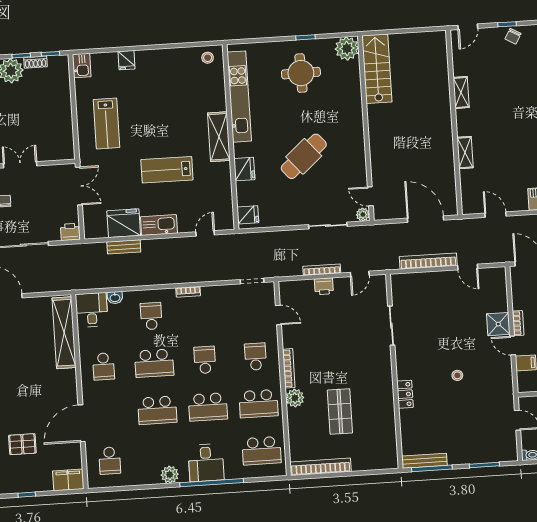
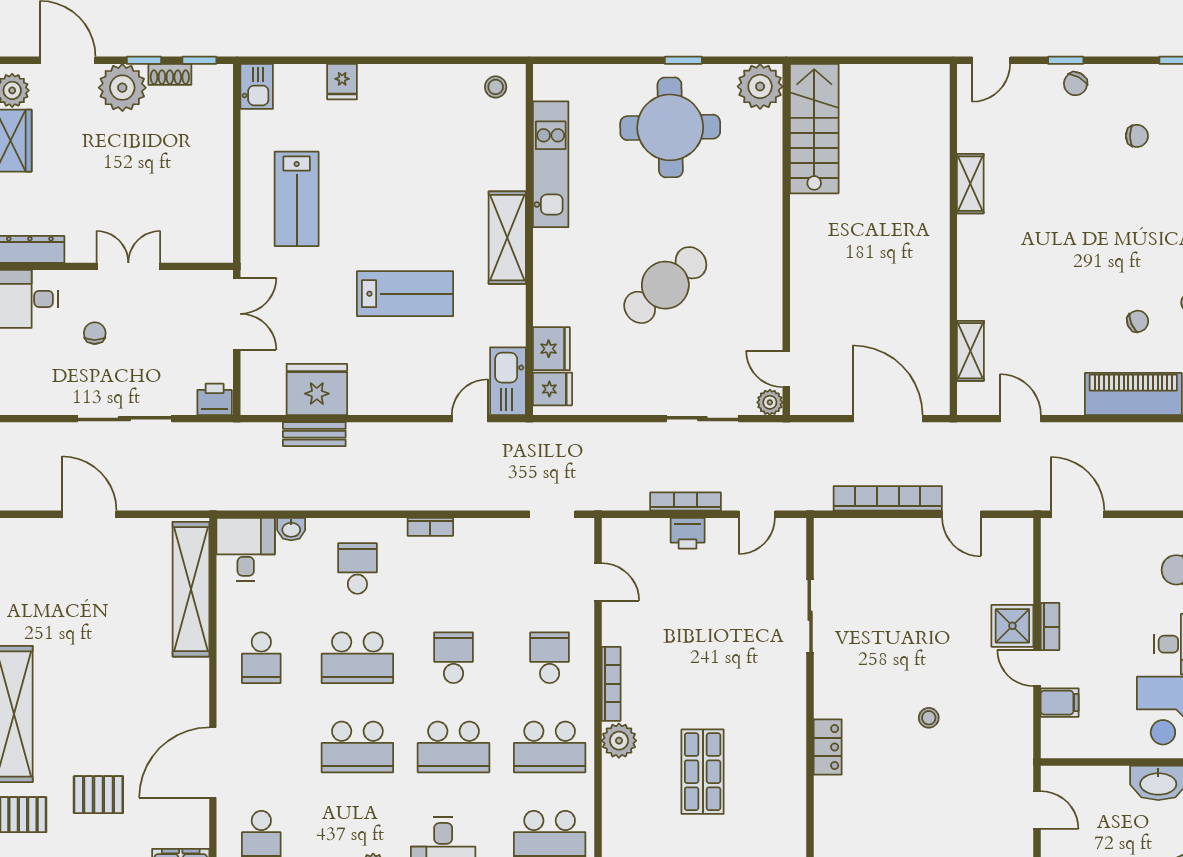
round table: (301, 73) -> (670, 127), width x1.36, depth x1.36
kitchen unit: (239, 97) -> (551, 164), width x0.73
shelving: (465, 153) -> (970, 351), moved
fridge: (244, 169) -> (551, 349), moved
lab bench: (167, 170) -> (405, 294), turned 180
kitchen sink: (159, 225) -> (508, 381), moved, turned -90

